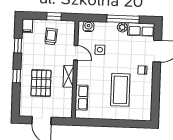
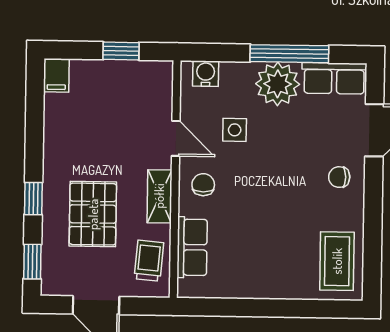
plant: (122, 27) -> (278, 84), width x1.88, depth x1.88
trolley: (51, 36) -> (149, 261), moved
window: (18, 46) -> (32, 262), moved
chair: (87, 72) -> (203, 185), added
coffee table: (120, 90) -> (337, 261), moved, width x0.73, depth x0.76

